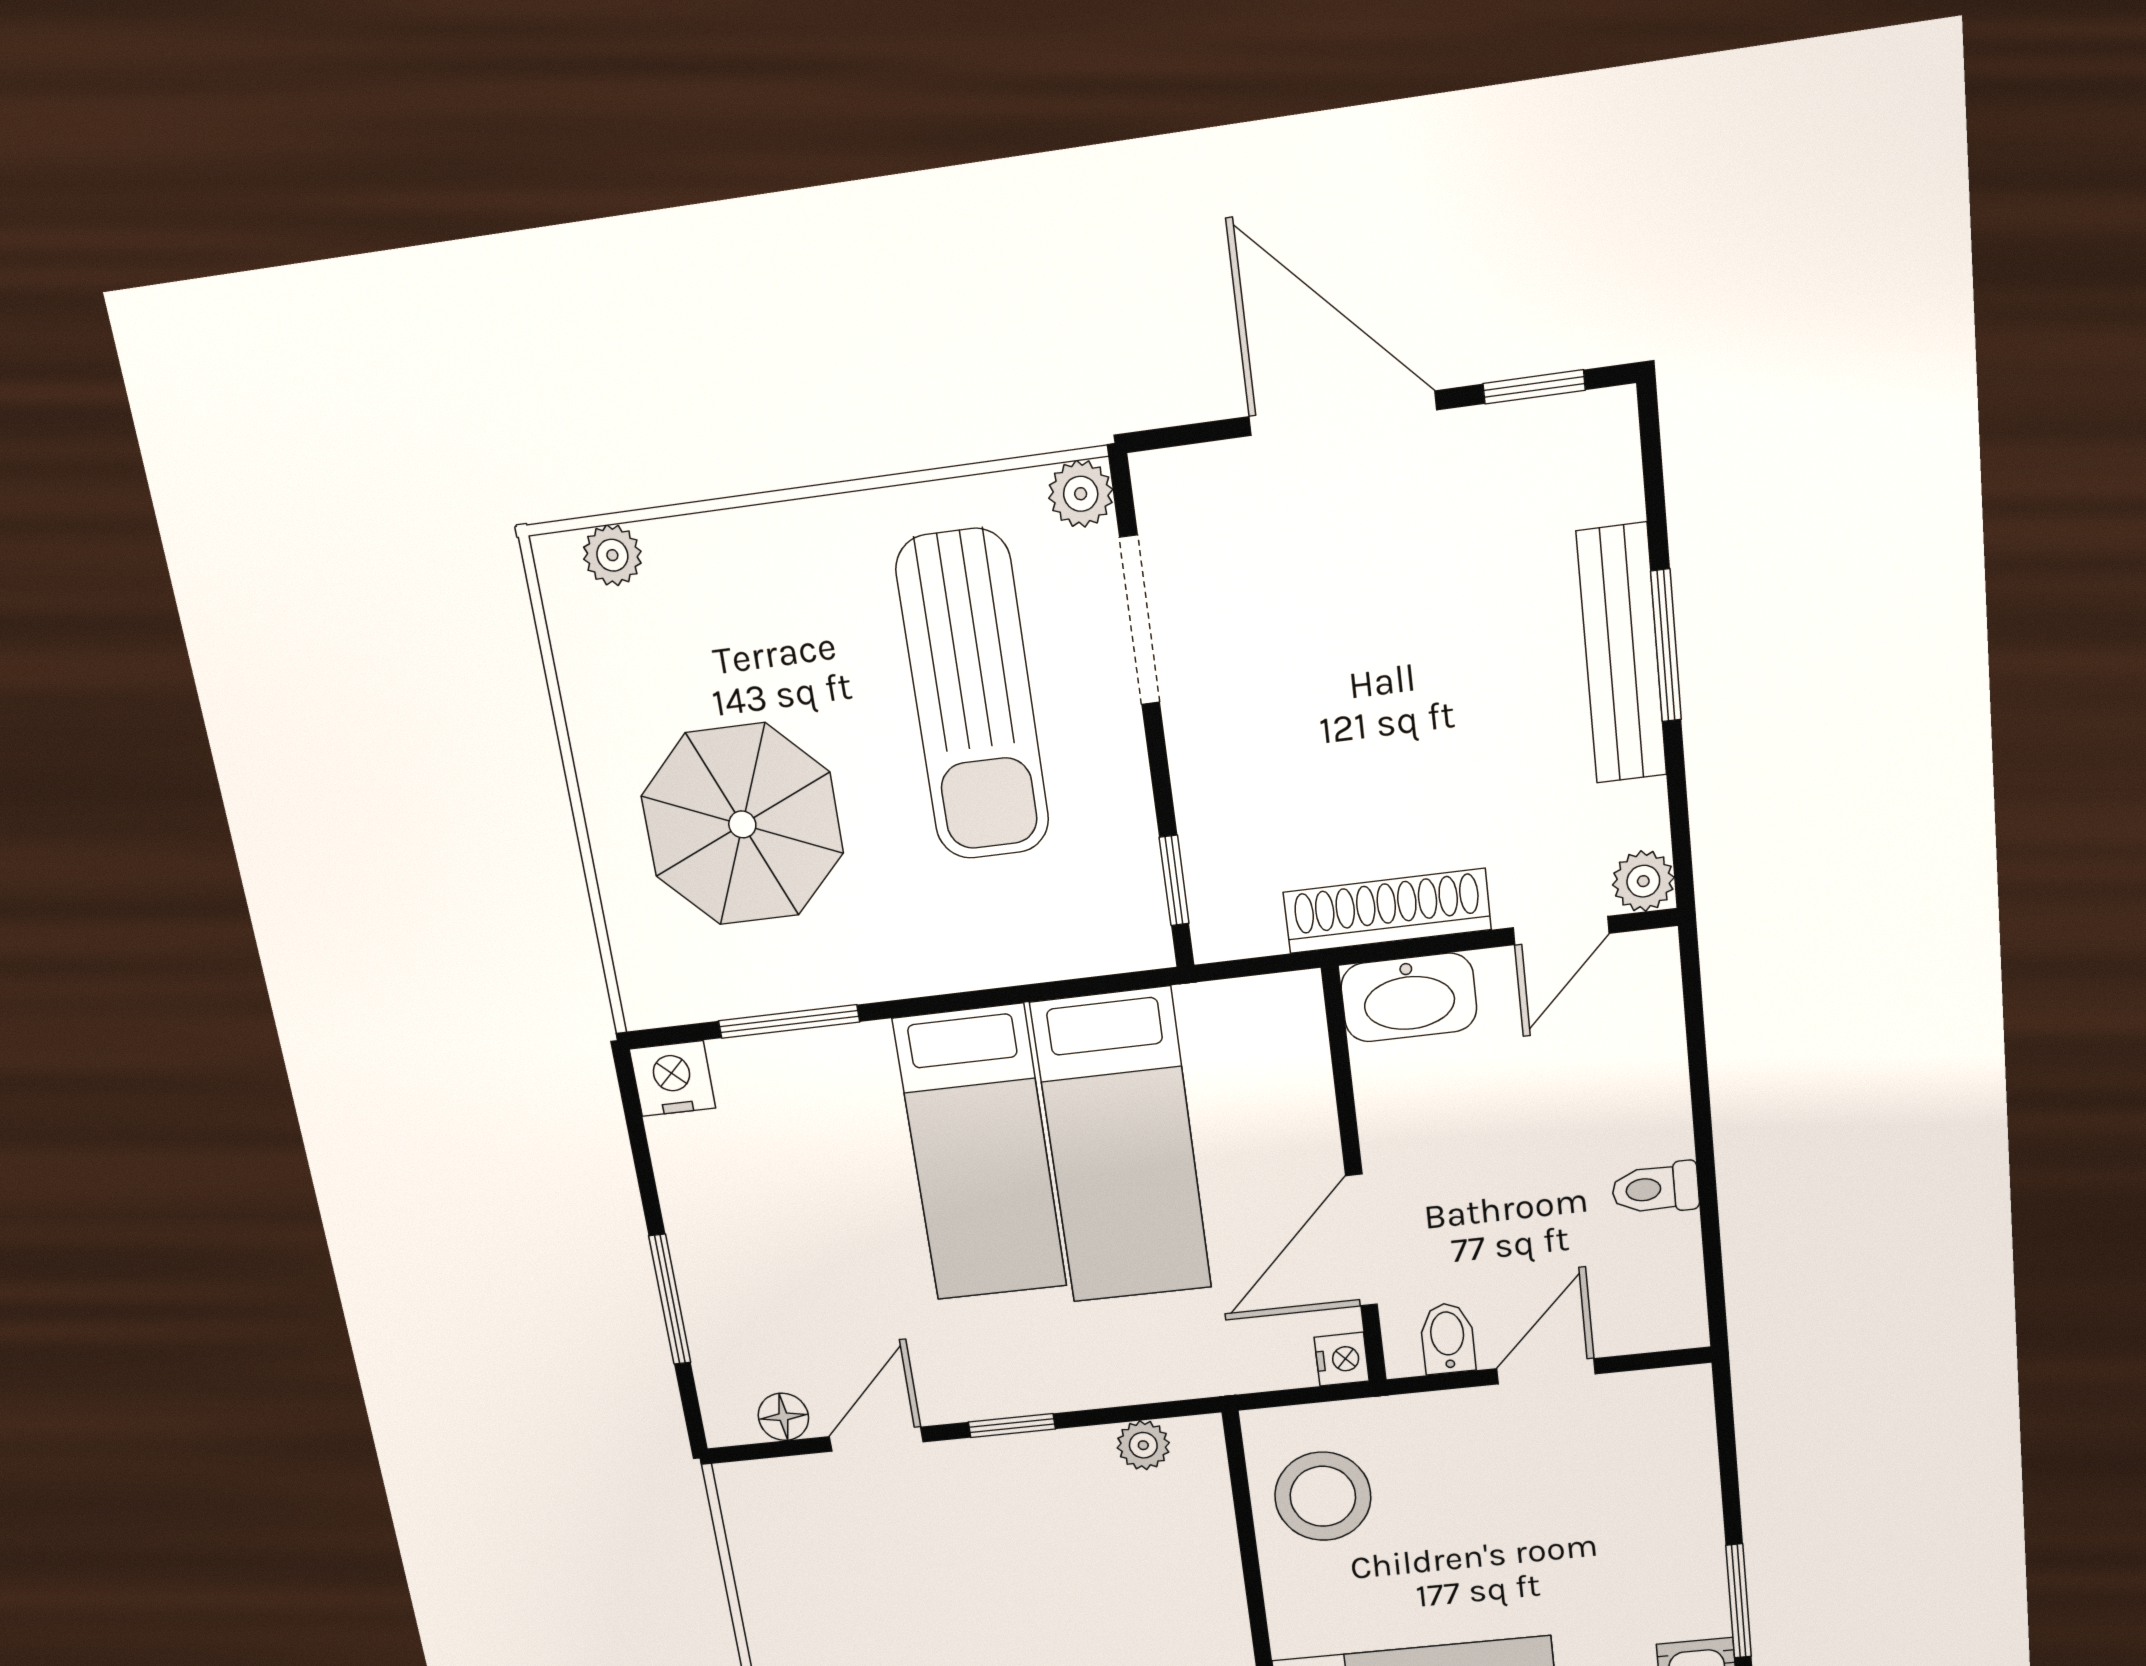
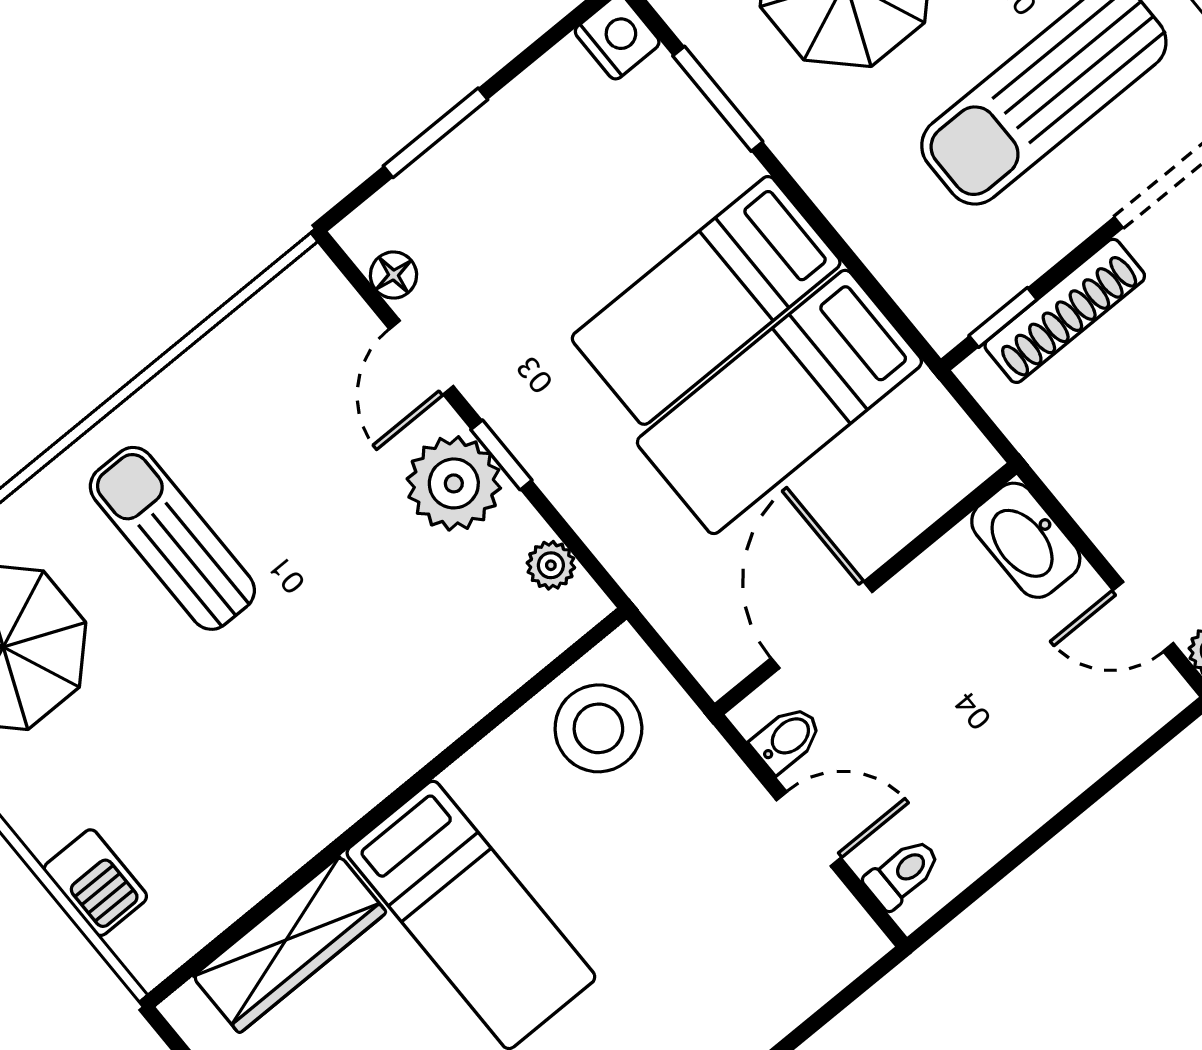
shoe rack: (1387, 911) -> (1065, 311), moved, turned 90
toilet: (1655, 1189) -> (903, 873), moved, turned 90
door: (1362, 1240) -> (822, 625), hinge flipped
nightstand: (1342, 1359) -> (719, 671), removed
door: (876, 1439) -> (421, 358), swing flipped
plant: (1012, 1482) -> (454, 483), added

